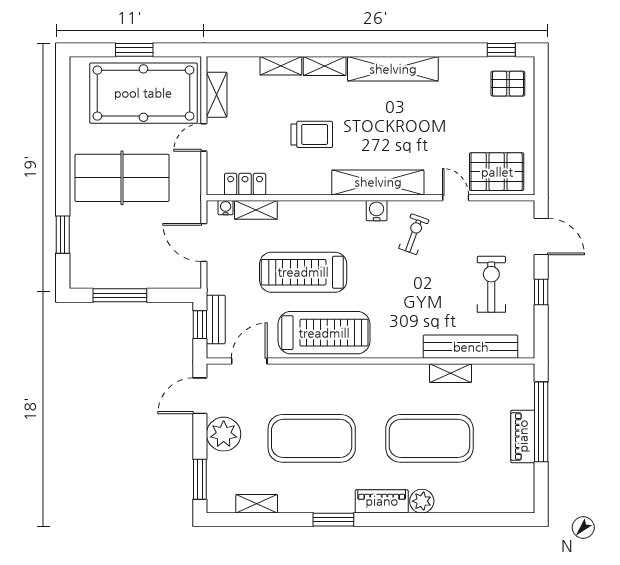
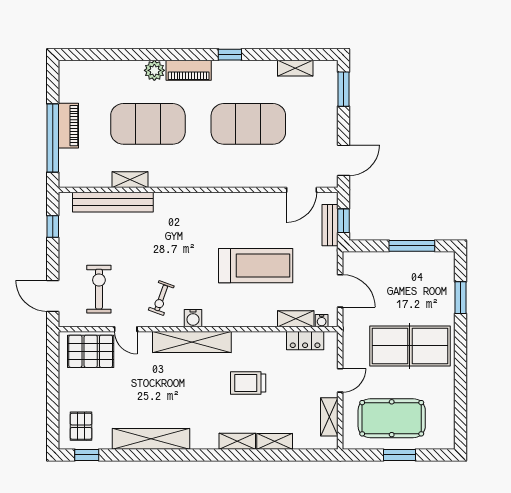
shelving: (393, 69) -> (151, 439), moved
pallet: (508, 84) -> (81, 426), turned 90
pool table: (143, 93) -> (392, 418), width x0.73, depth x0.76
exercise bike: (491, 284) -> (99, 289), moved, turned 180
window: (541, 292) -> (53, 227), moved
treadmill: (324, 333) -> (238, 214), removed
plant: (224, 434) -> (323, 128), removed
window: (333, 520) -> (230, 55), width x0.67

